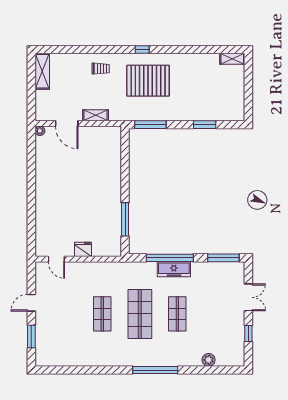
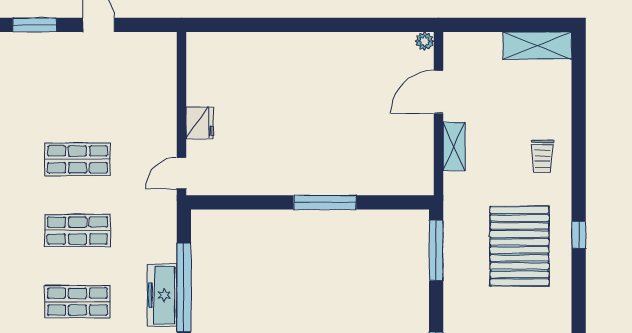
window: (125, 219) -> (325, 202), moved
door: (56, 259) -> (181, 173), moved
shop shelf: (140, 314) -> (77, 231), width x0.70, depth x0.74

